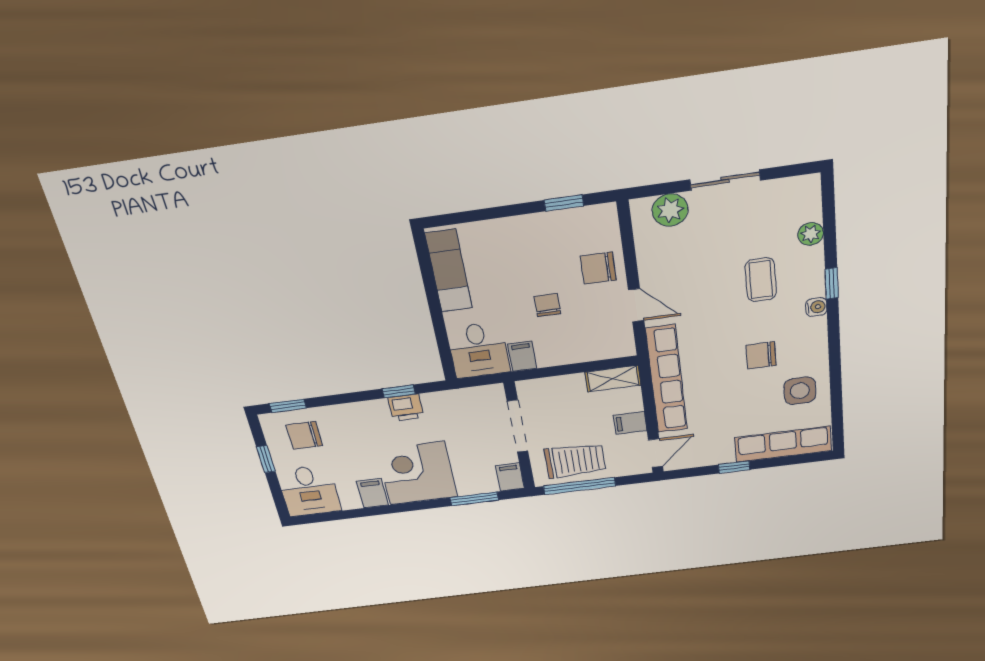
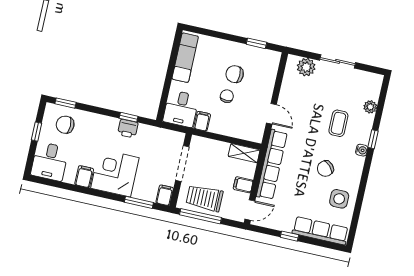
chair: (598, 268) -> (235, 74), moved
chair: (761, 355) -> (325, 169), turned -44
trolley: (575, 461) -> (205, 198), turned 180

